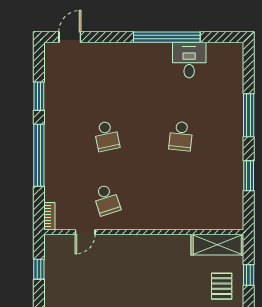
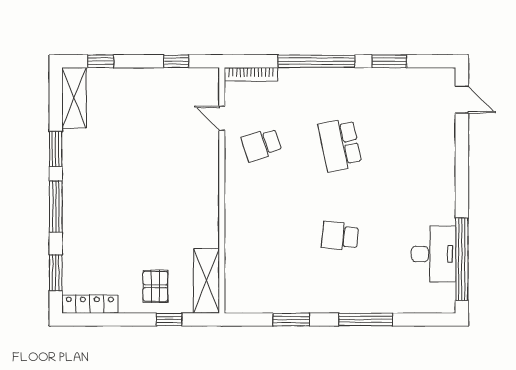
window: (167, 37) -> (462, 259), moved
desk: (189, 60) -> (434, 254), width x1.37
school desk: (107, 136) -> (340, 145), width x1.85
bookcase: (49, 216) -> (251, 74), width x1.56
pallet: (222, 286) -> (155, 286), turned 90

